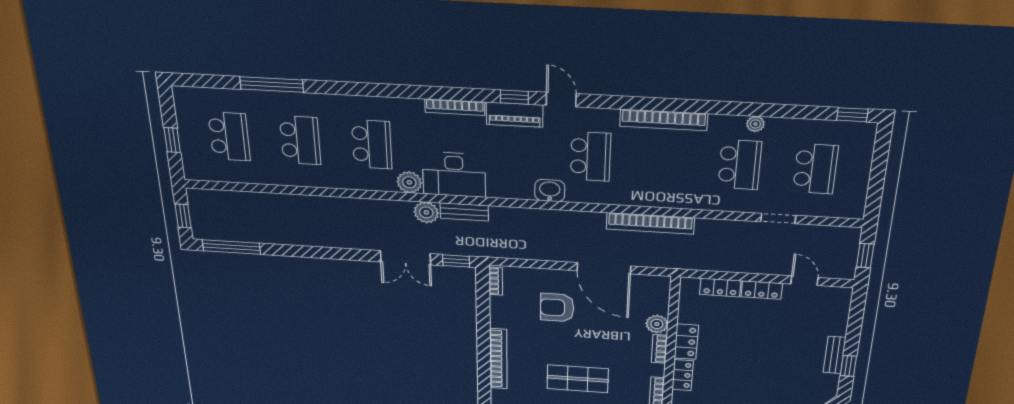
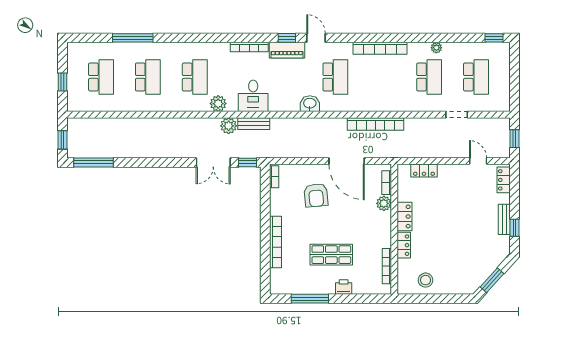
desk: (454, 175) -> (253, 96), width x0.73
locker: (762, 290) -> (504, 180), moved, turned 90
armchair: (557, 308) -> (316, 195), turned -95
bookcase: (659, 349) -> (387, 183), moved

